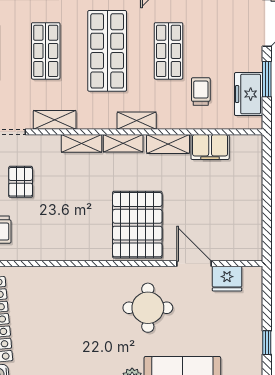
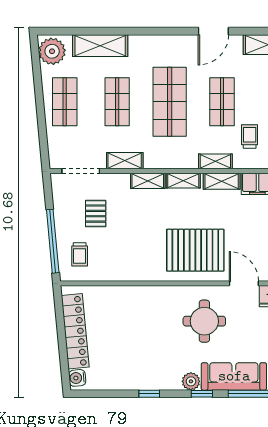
shelving: (137, 121) -> (215, 161), moved
pallet: (137, 225) -> (195, 250), turned 90

